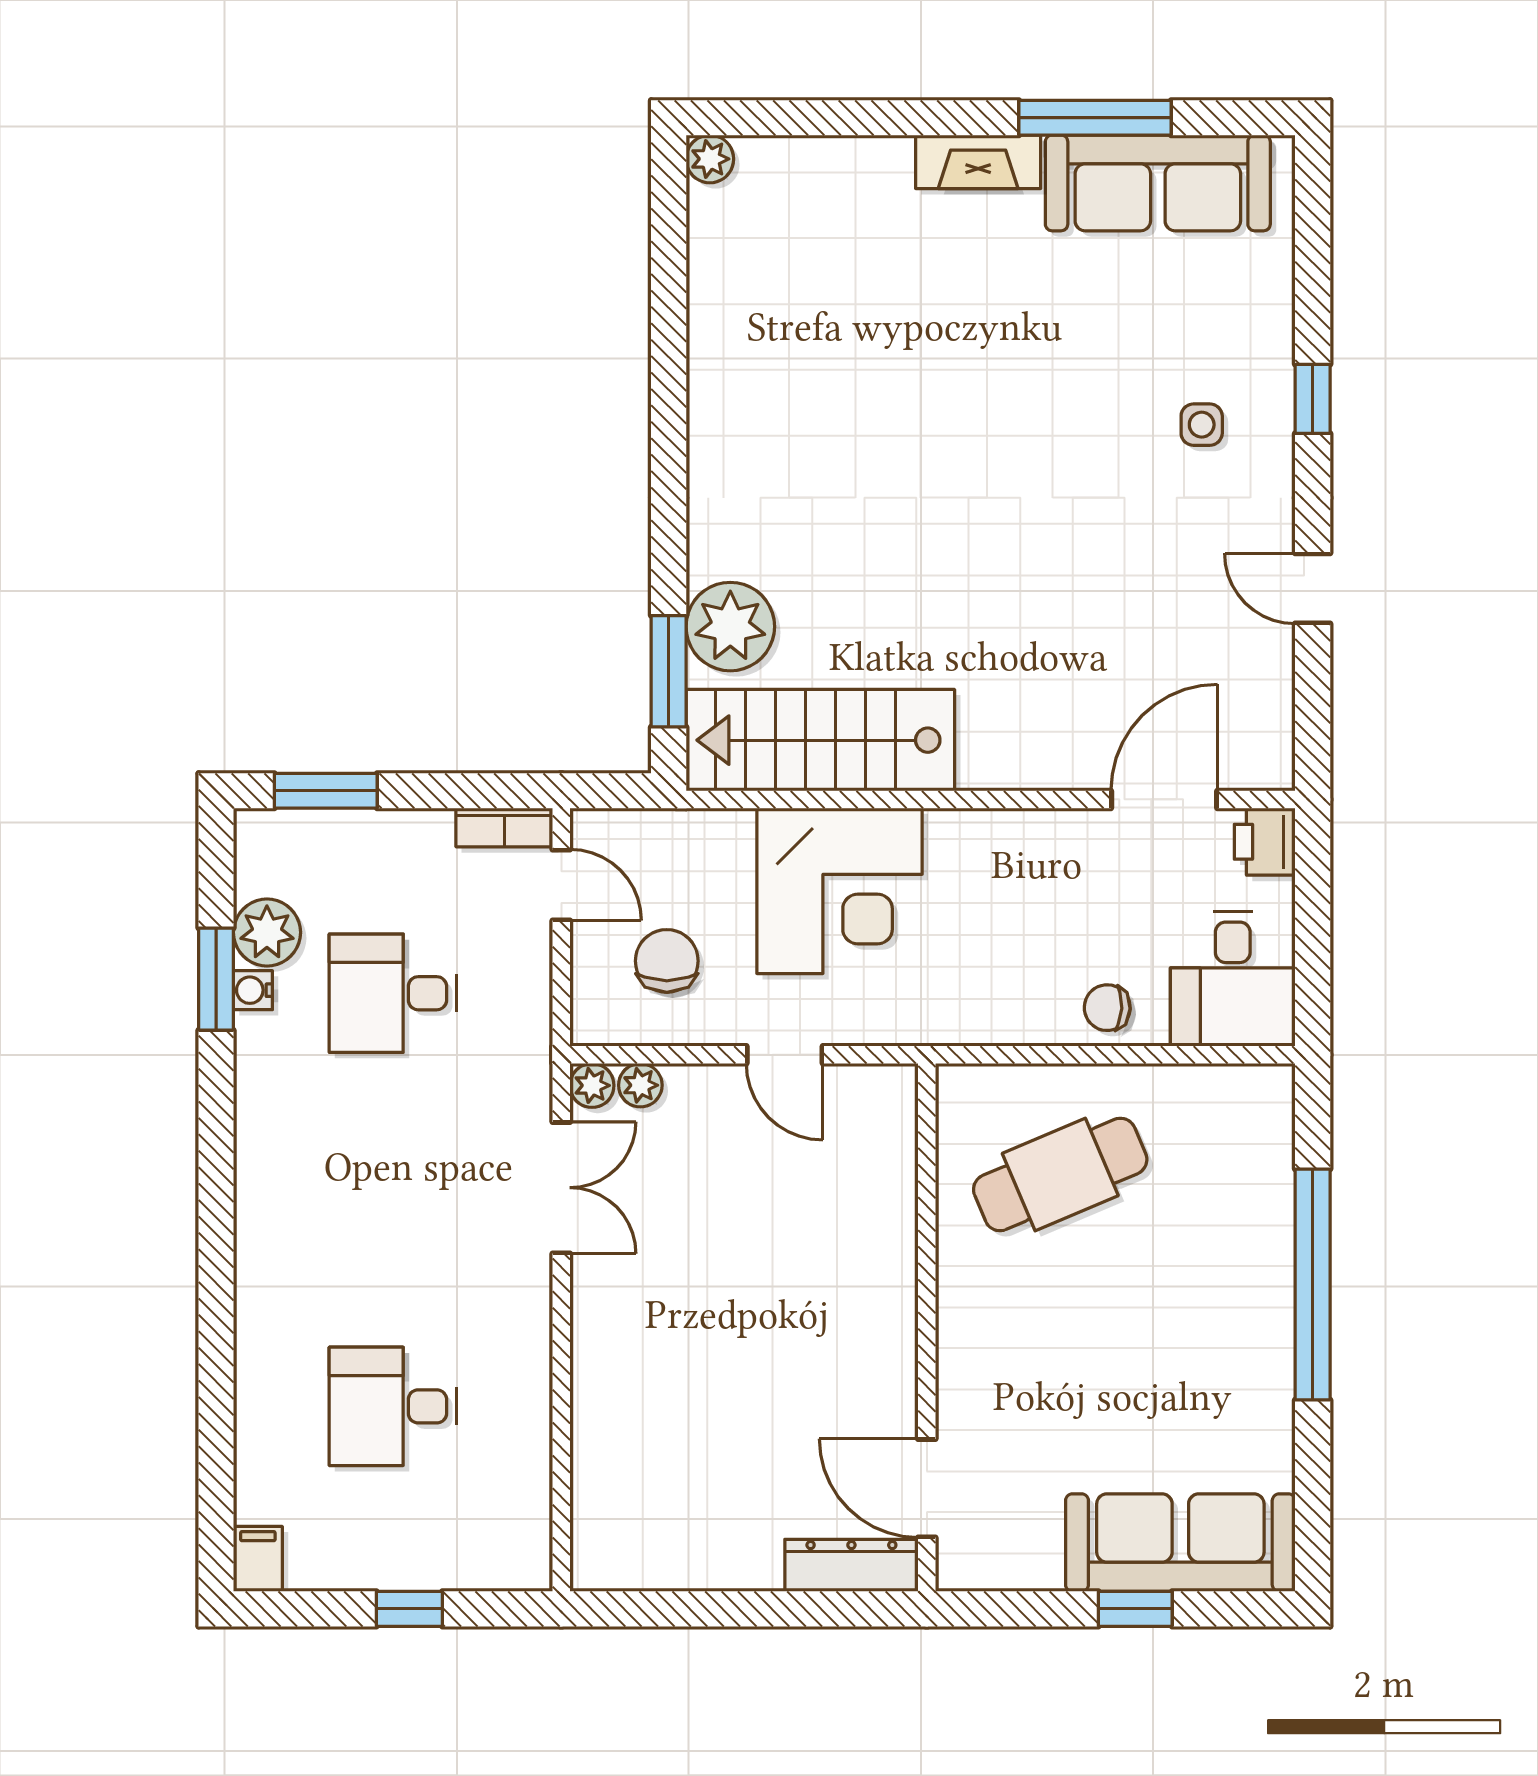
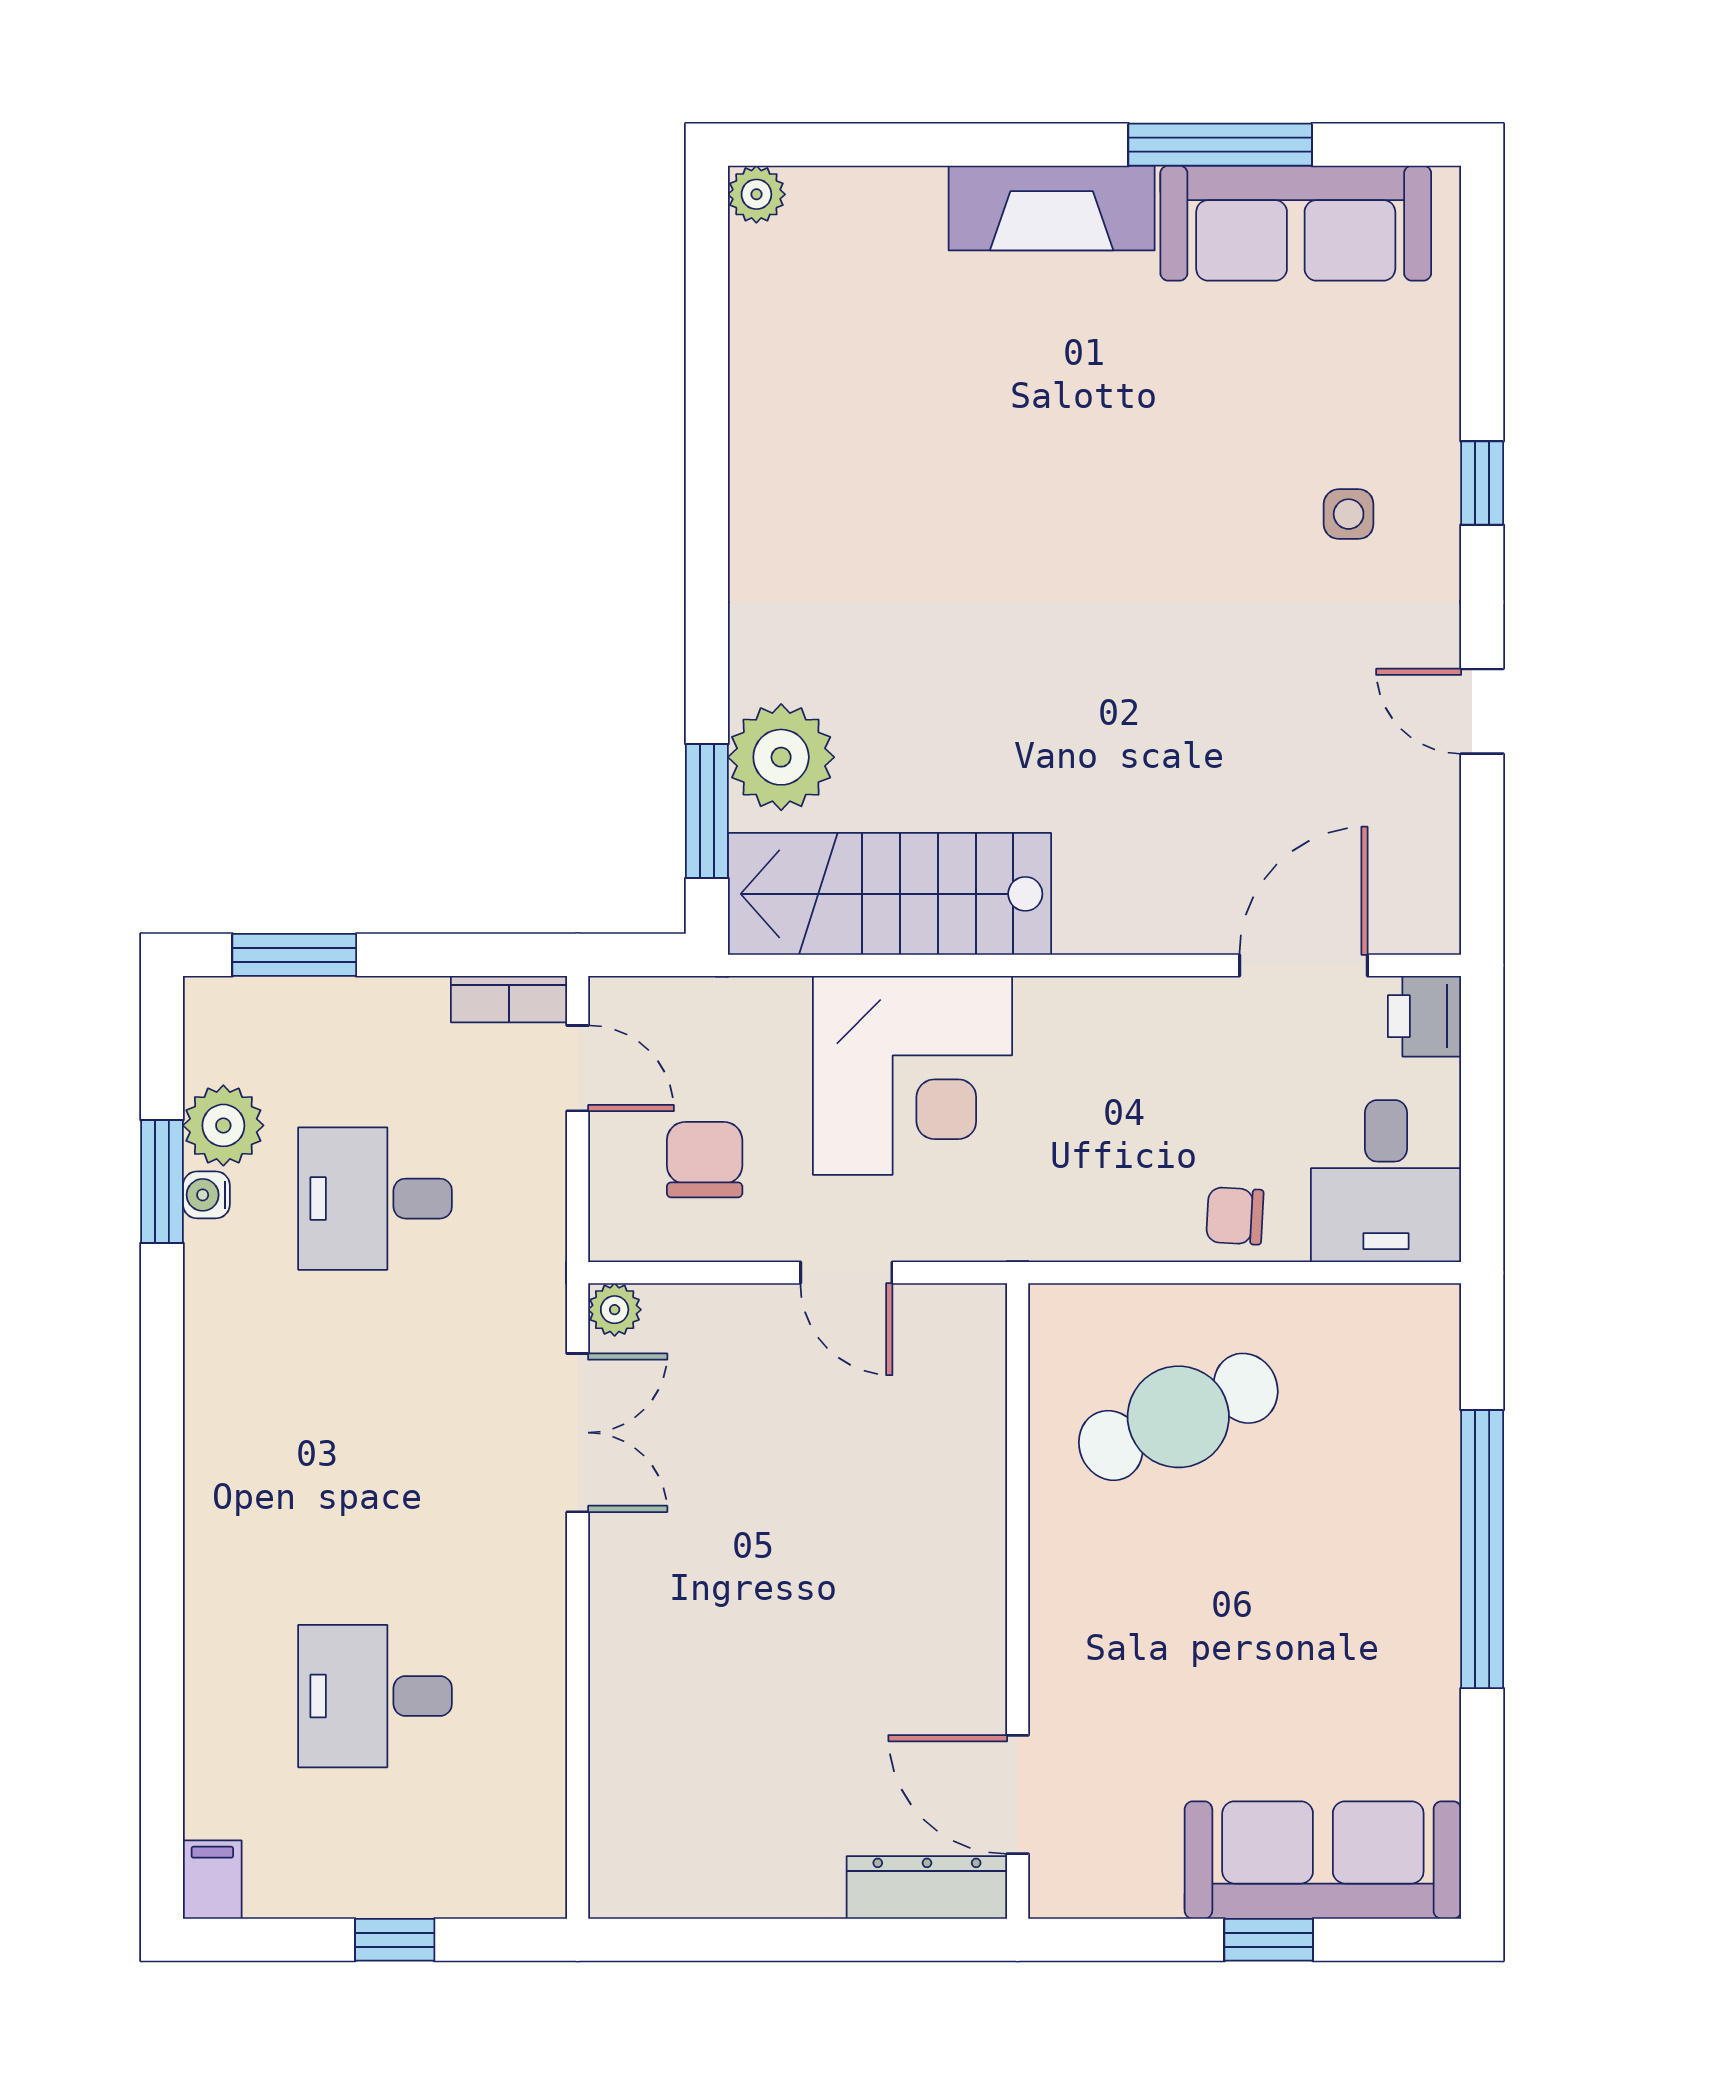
fireplace: (978, 162) -> (1052, 208), width x1.37, depth x1.32
plant: (640, 1085) -> (673, 1309), removed

